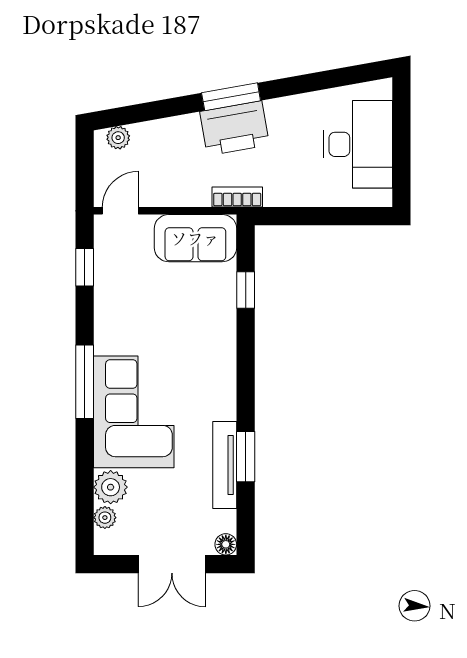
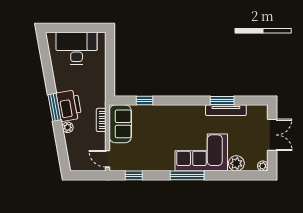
plant: (118, 138) -> (68, 127), moved
bookcase: (237, 197) -> (101, 120), moved
plant: (105, 518) -> (263, 166), moved
floor lamp: (226, 544) -> (263, 110), removed

